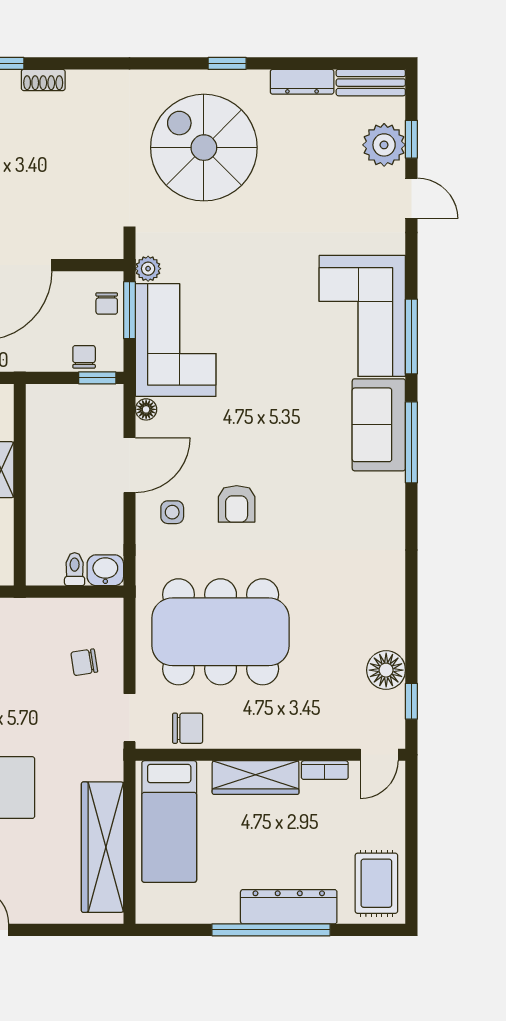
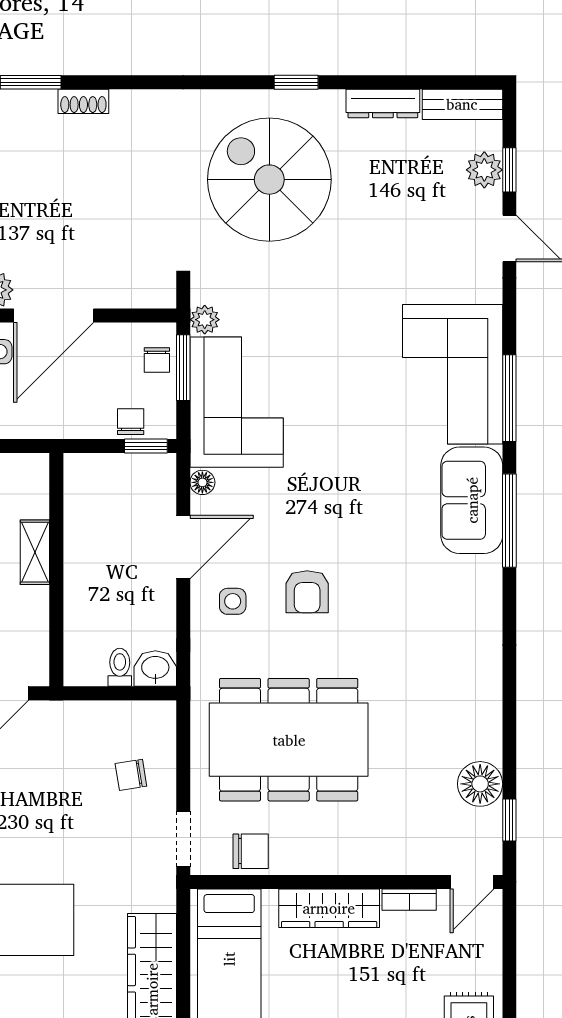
plant: (384, 145) -> (484, 170), width x0.73, depth x0.73

